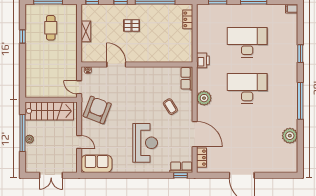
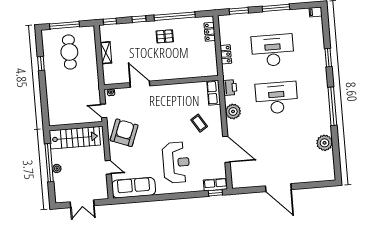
pallet: (132, 25) -> (165, 36), moved
cafe table: (51, 28) -> (69, 52), width x1.37, depth x1.35
printer: (203, 60) -> (230, 88), moved
locker: (202, 158) -> (226, 54), moved
sofa: (97, 164) -> (134, 188), width x1.36

